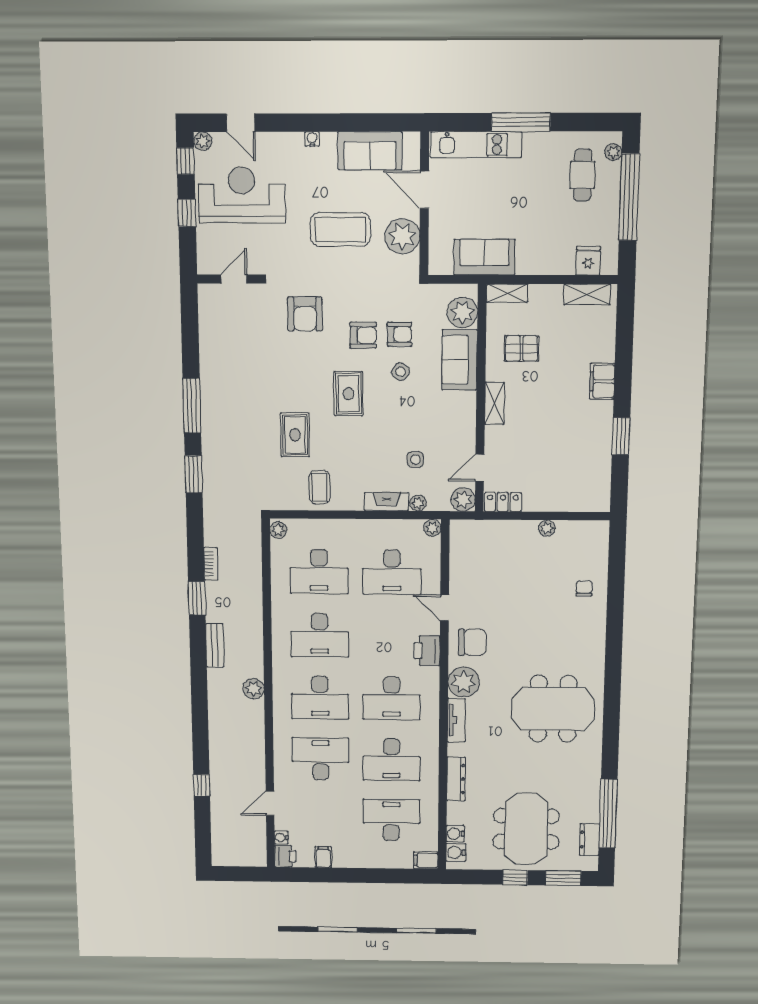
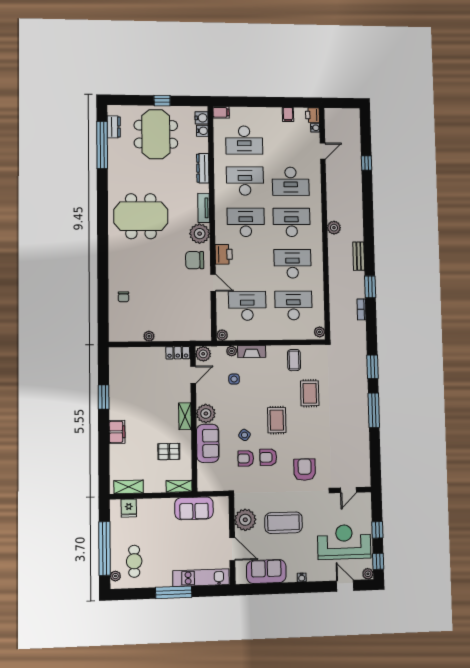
reception desk: (242, 195) -> (344, 542), turned 180
plant: (462, 312) -> (206, 414), moved
window: (563, 878) -> (130, 100), removed

